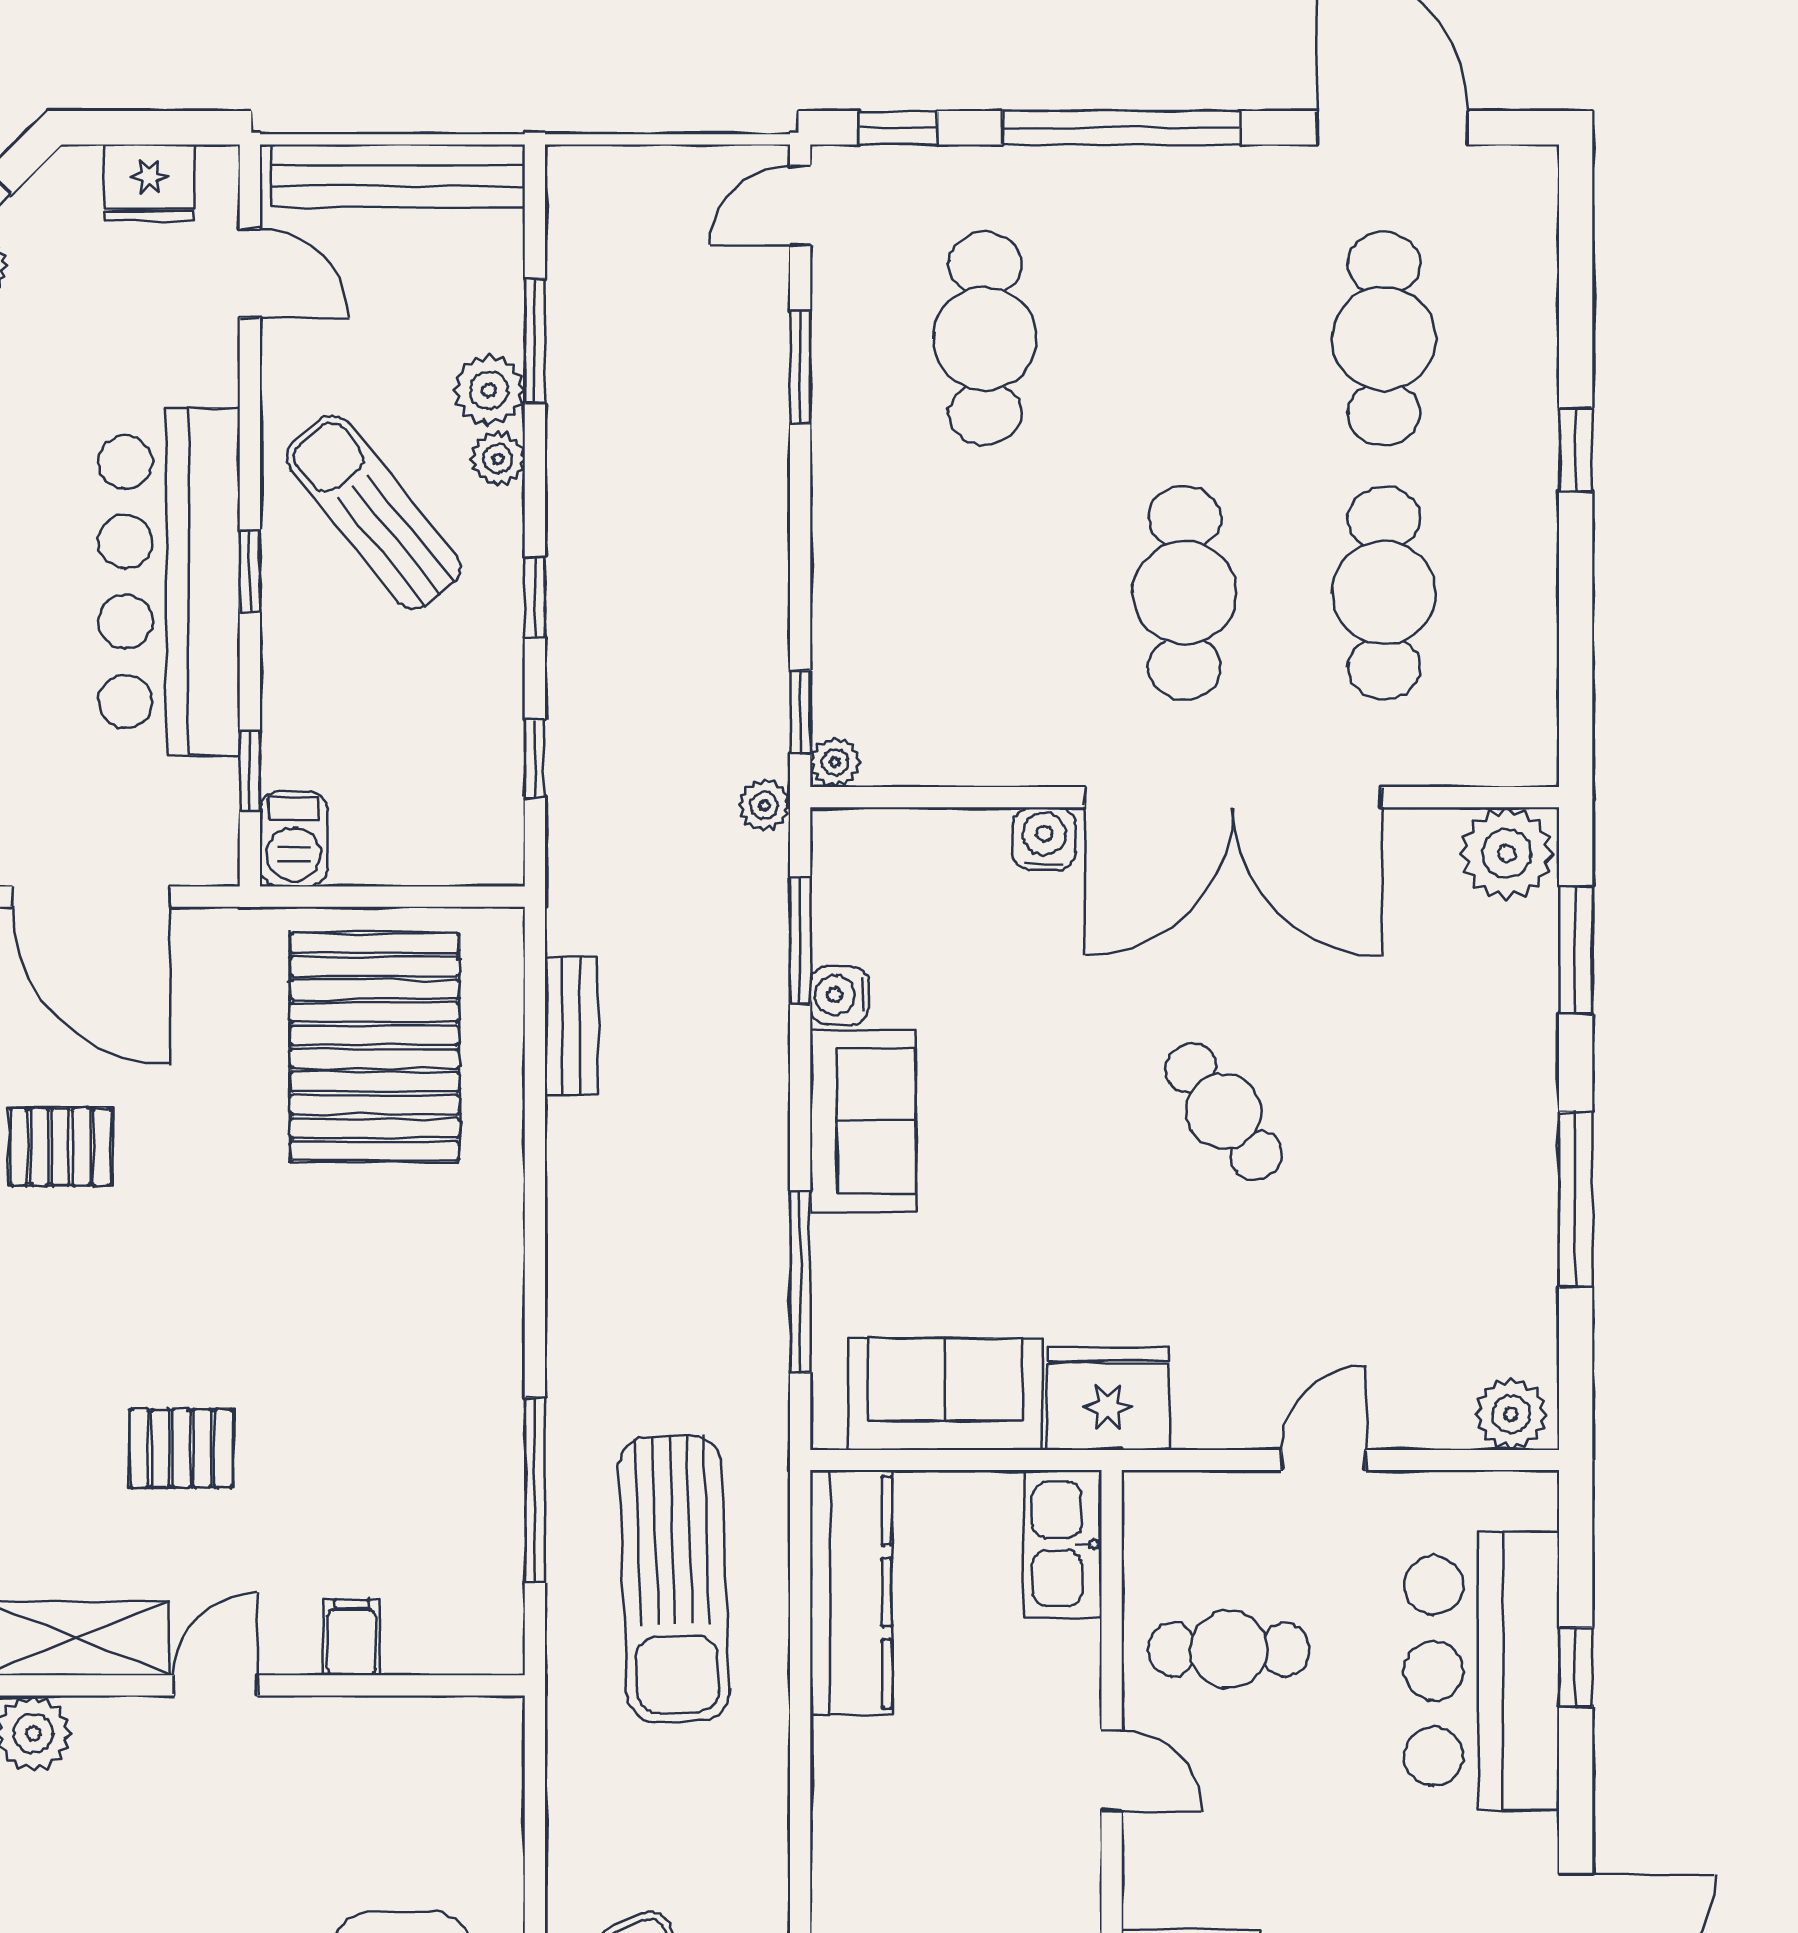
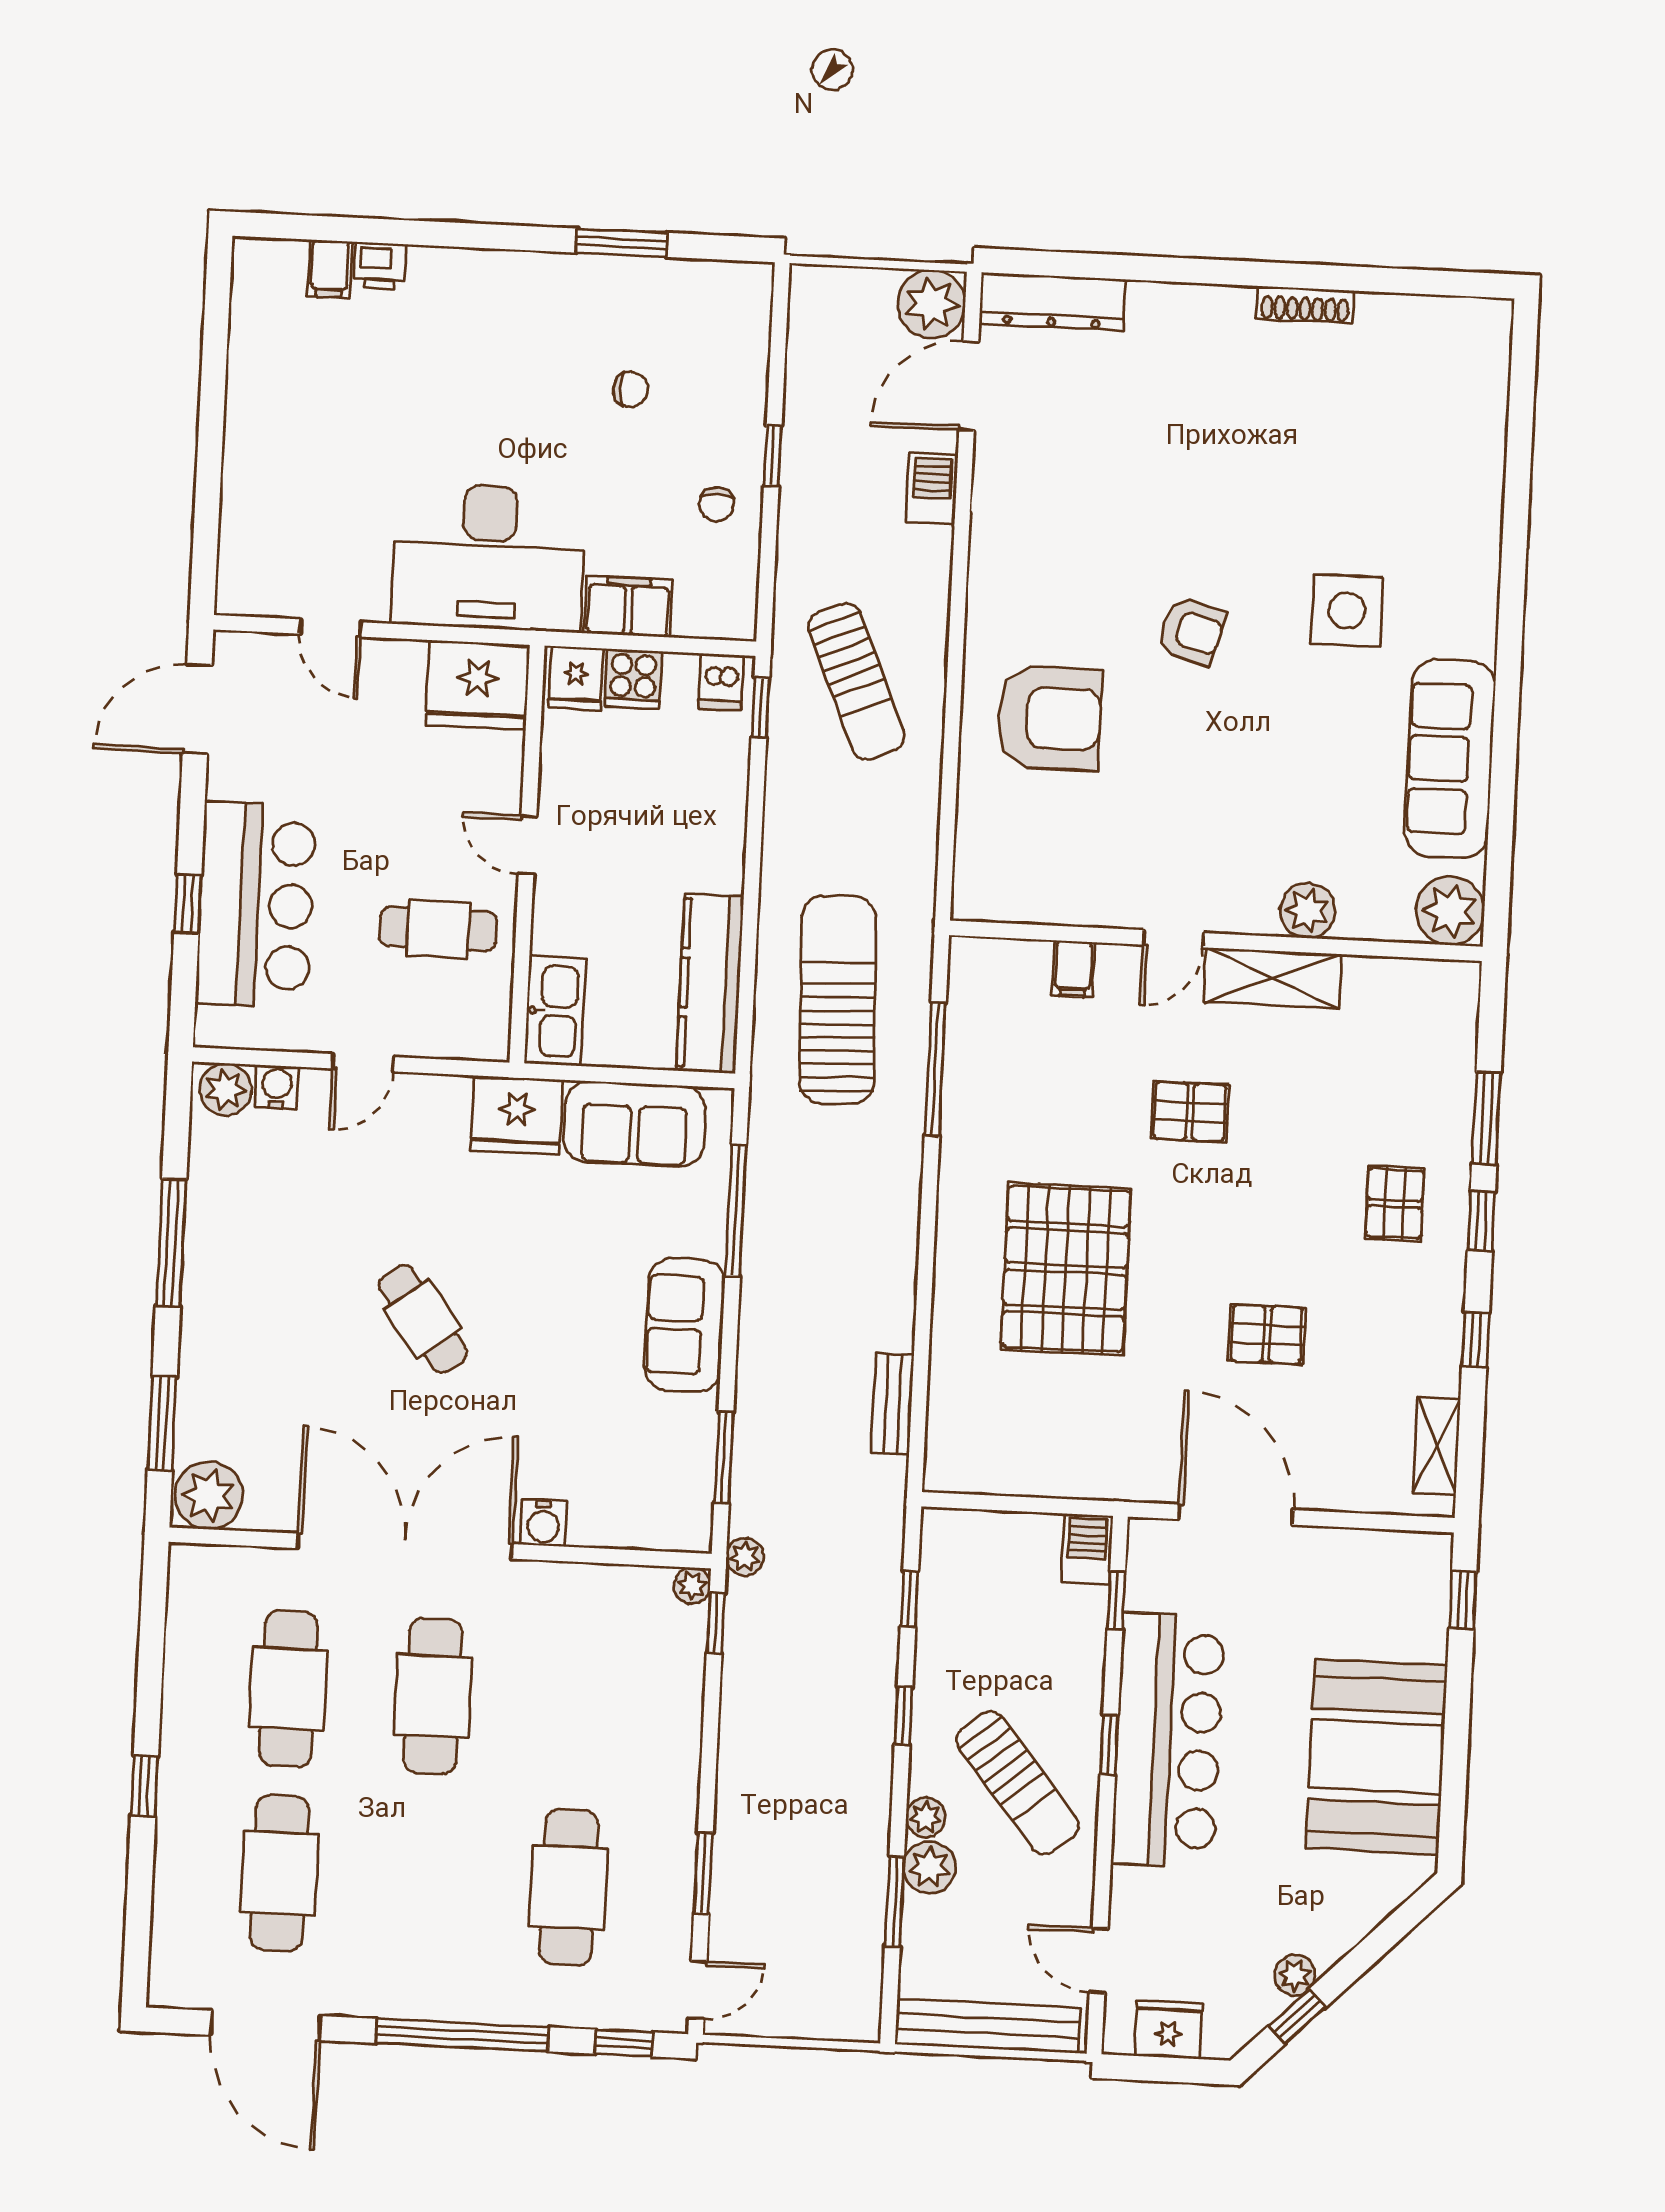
water cooler: (839, 995) -> (277, 1087), moved, turned -90
pallet: (375, 1047) -> (1066, 1269), moved

